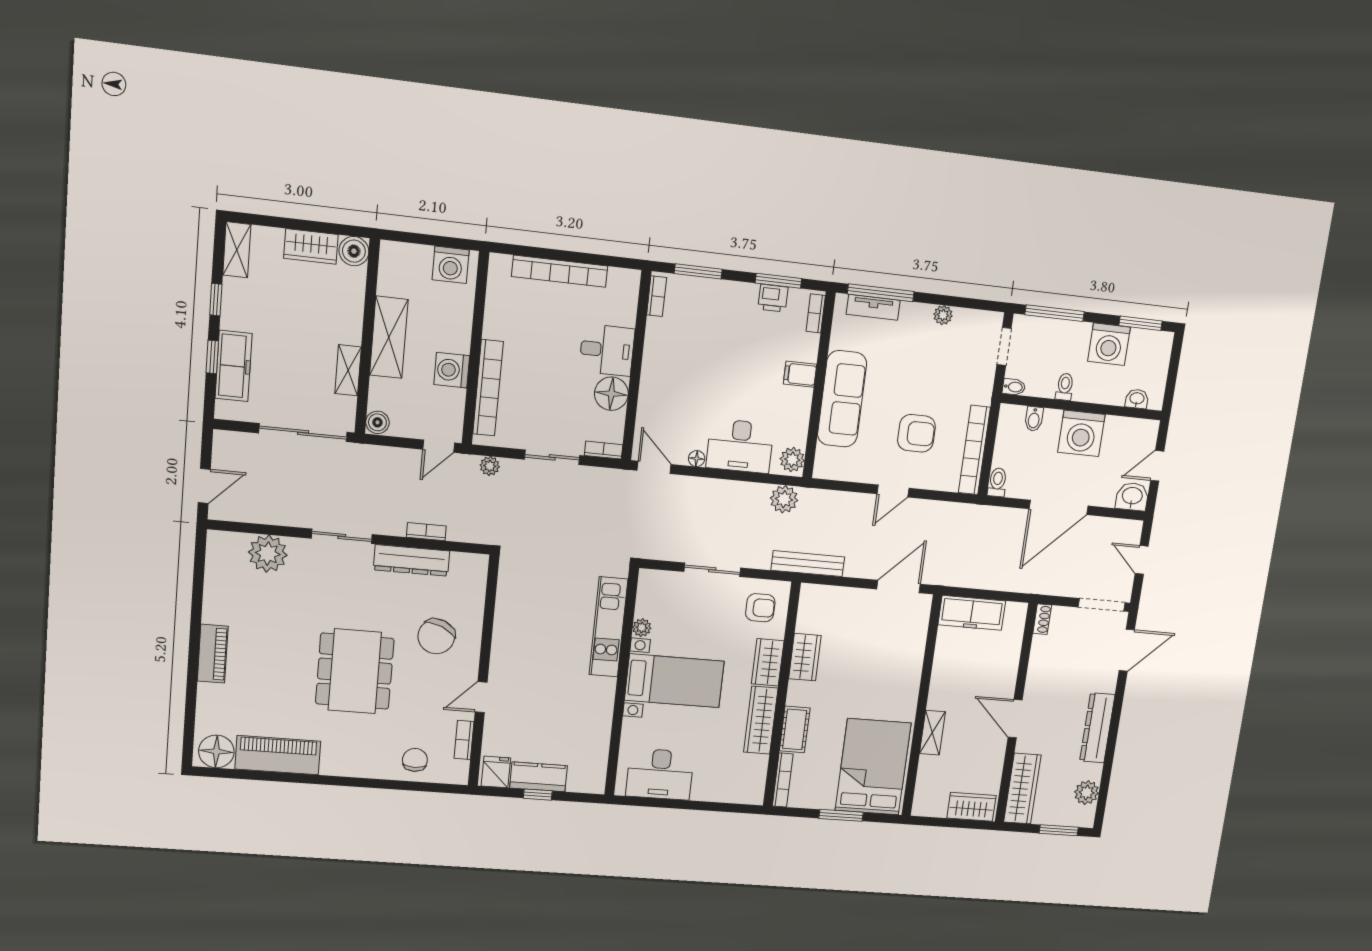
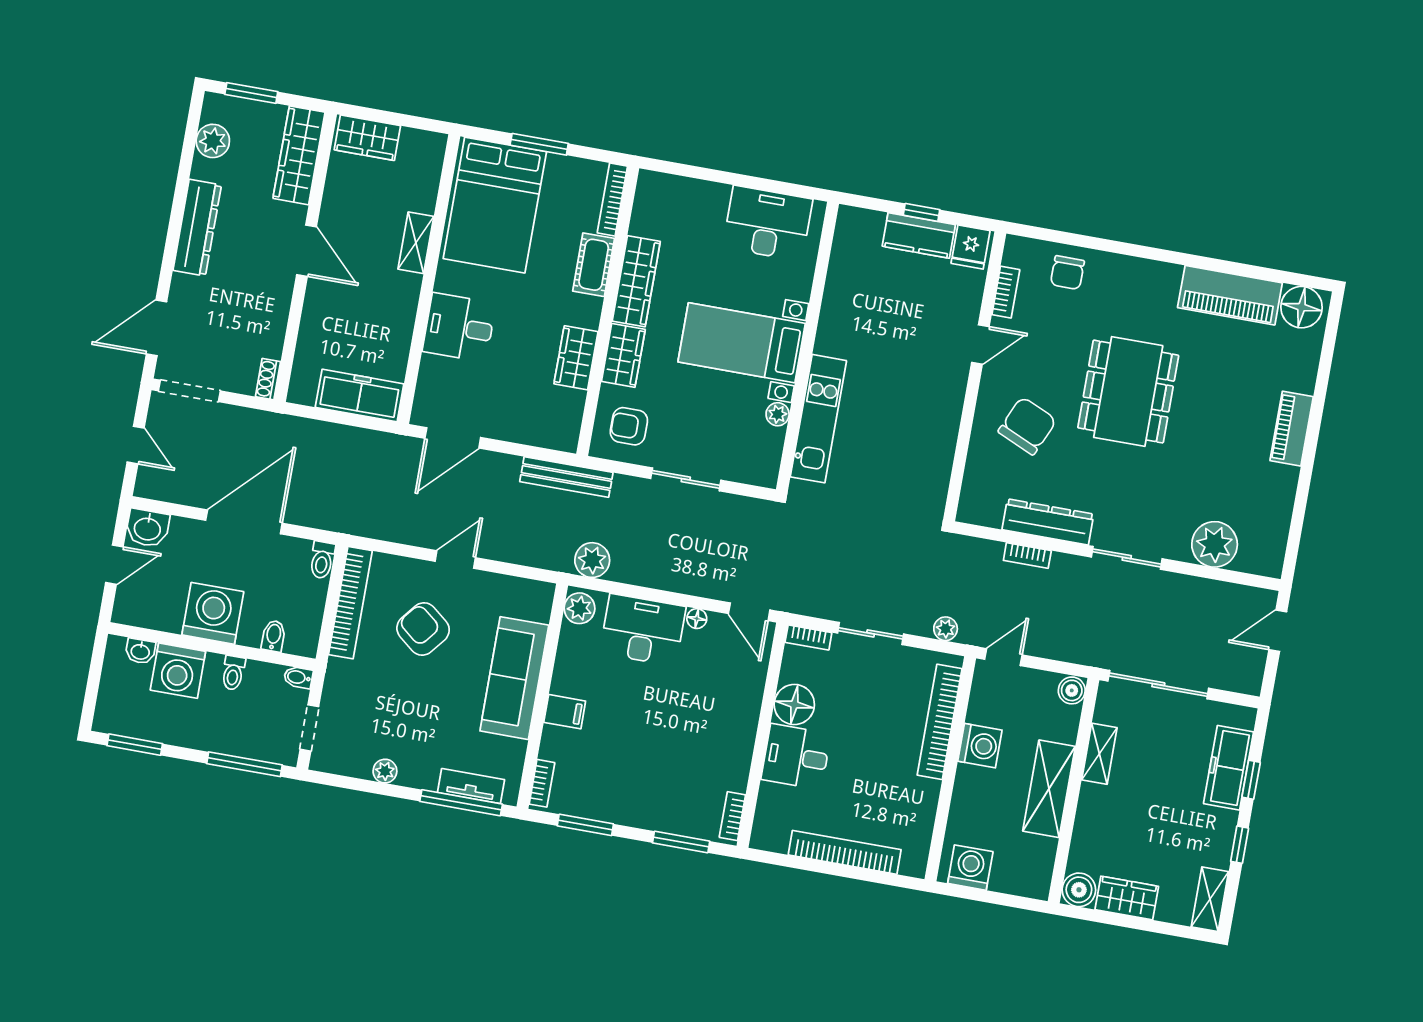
printer: (773, 298) -> (593, 805), removed
washing machine: (1109, 344) -> (178, 671), moved, turned 180
armchair: (916, 433) -> (423, 629), turned 39
desk: (897, 672) -> (459, 327), added

